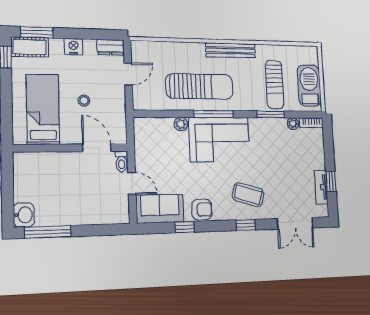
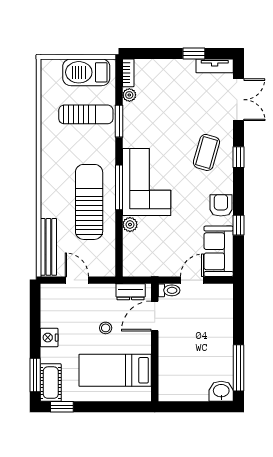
dresser: (111, 47) -> (131, 292), moved, turned 90
bench: (231, 50) -> (48, 247), moved
tv unit: (321, 187) -> (215, 66), moved

